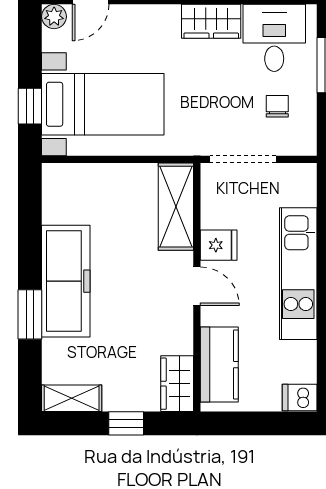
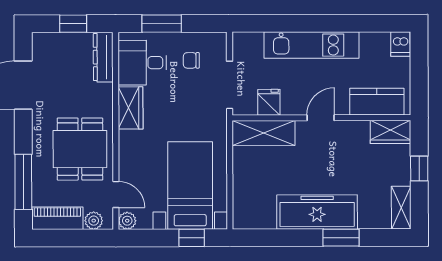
fridge: (219, 245) -> (269, 102), moved

